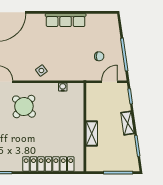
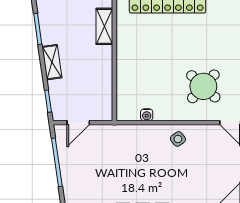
chair: (99, 56) -> (93, 160), removed
shelving: (92, 133) -> (104, 26), moved

